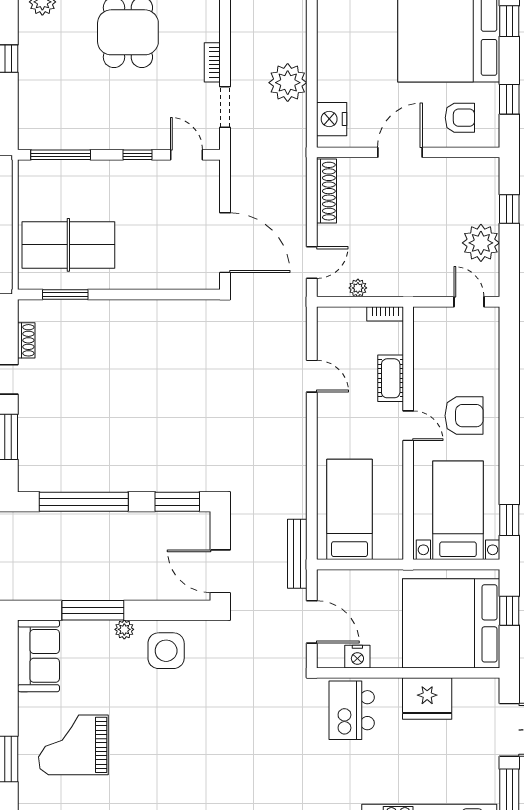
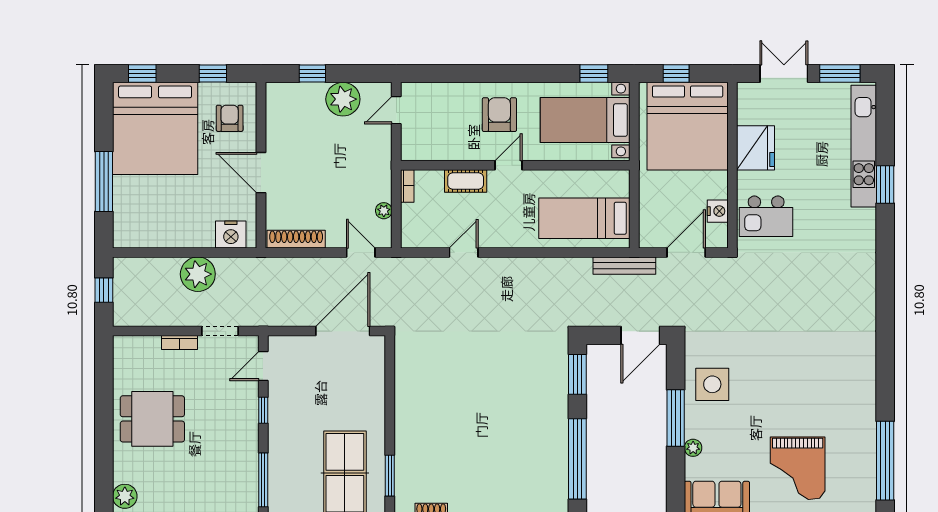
window: (93, 610) -> (676, 418), moved
plant: (124, 629) -> (693, 448), moved

